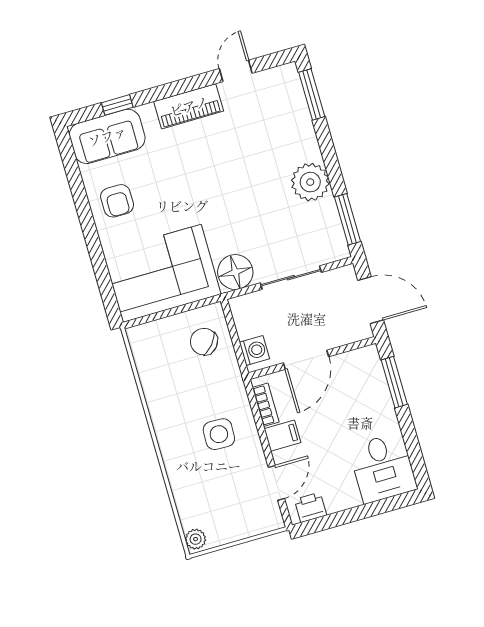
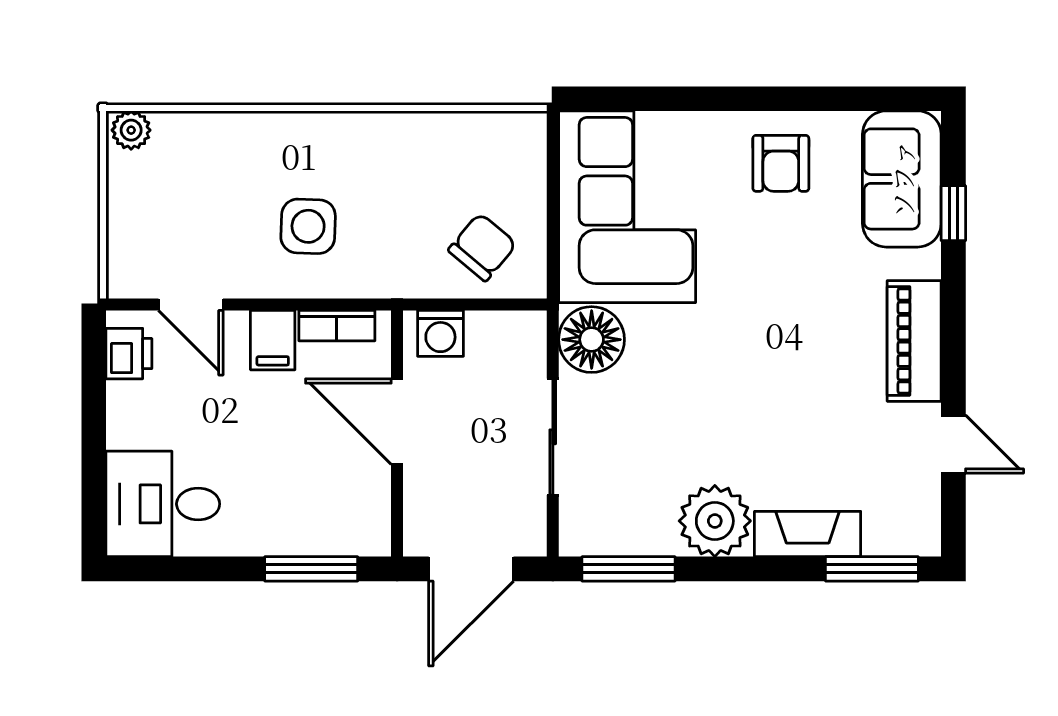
fireplace: (303, 133) -> (808, 534), added
armchair: (117, 201) -> (781, 163), turned -90

